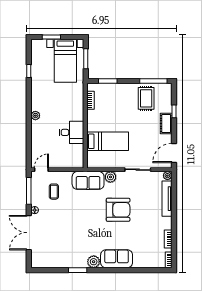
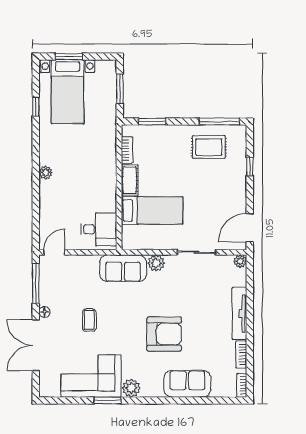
bed with nightstands: (65, 61) -> (68, 92), moved
rug: (146, 98) -> (209, 147), turned 90
cot: (166, 123) -> (130, 180), moved
desk: (71, 132) -> (99, 229), moved
coffee table: (54, 192) -> (89, 320), moved
tv unit: (167, 199) -> (239, 313), moved
armchair: (118, 210) -> (164, 334), moved
corner sofa: (66, 254) -> (91, 376), added
sofa: (117, 259) -> (187, 384), moved

